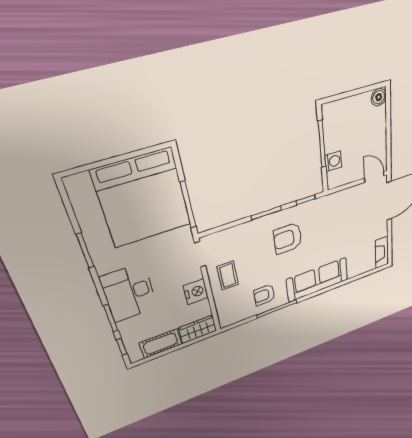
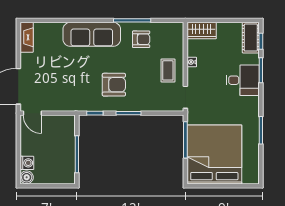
washing machine: (333, 161) -> (27, 163), moved, turned 180
nightstand: (196, 292) -> (192, 62), width x0.53, depth x0.56
desk: (129, 293) -> (243, 80), width x0.73
cot: (161, 344) -> (251, 38), moved, turned 90

